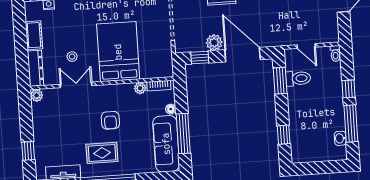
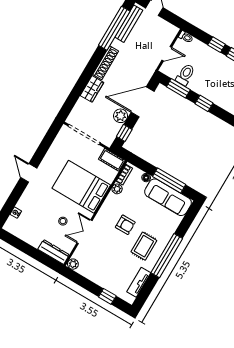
cot: (34, 35) -> (112, 160), moved
window: (284, 135) -> (204, 103), moved

